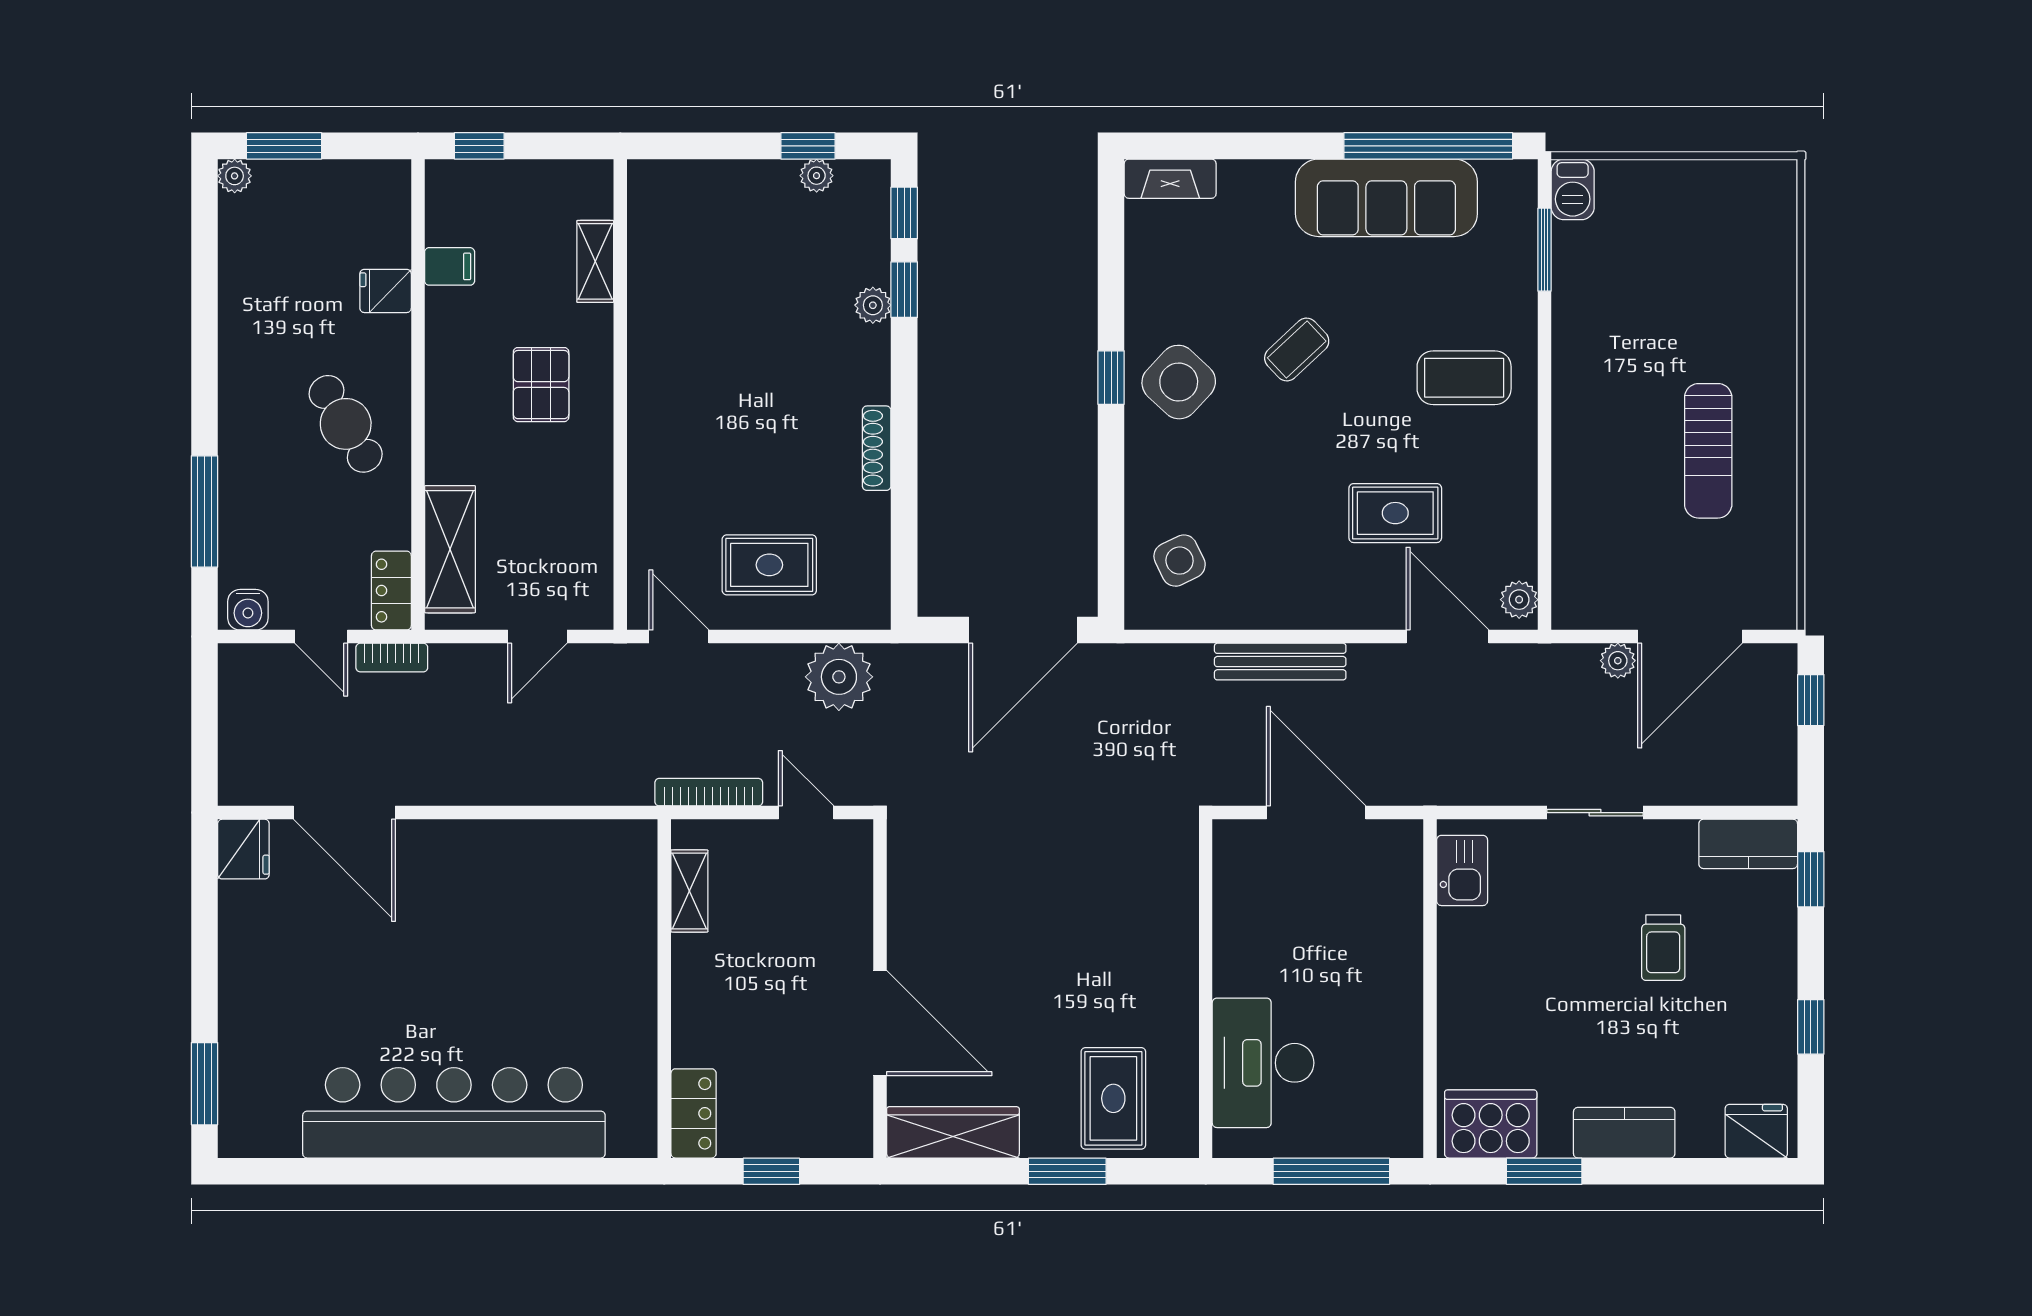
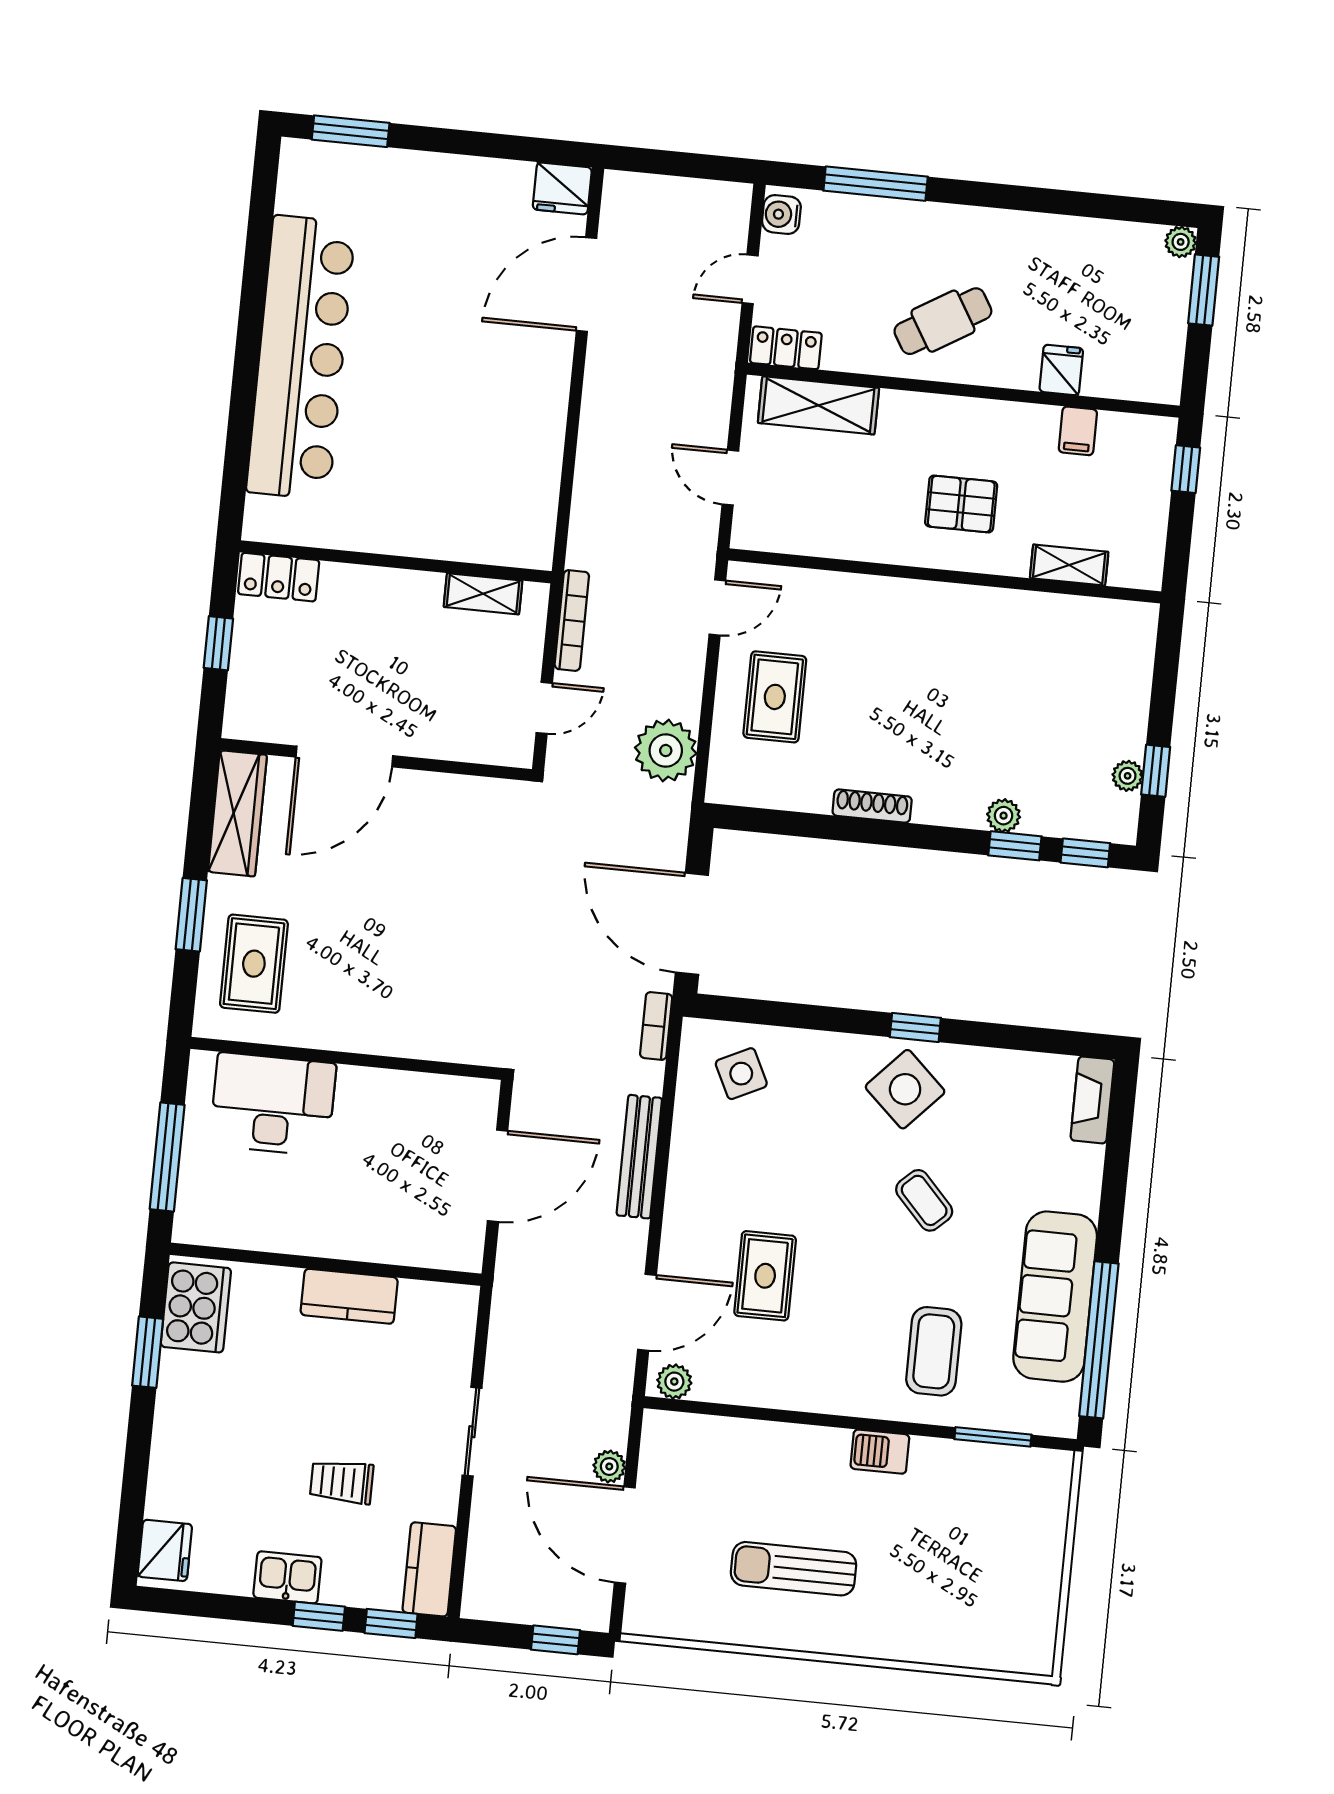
barbecue: (1573, 189) -> (880, 1452), moved
coffee table: (1464, 378) -> (934, 1351), moved
bookcase: (392, 658) -> (656, 1026), moved
kitchen sink: (1462, 870) -> (287, 1577), moved, turned 180
window: (1811, 1027) -> (319, 1616), moved
rug: (1113, 1098) -> (254, 964), turned 90
kitchen counter: (1624, 1133) -> (349, 1296), moved, turned 90

